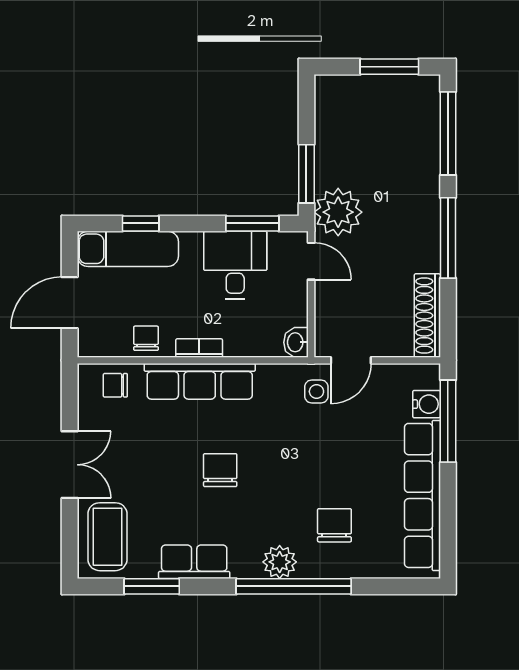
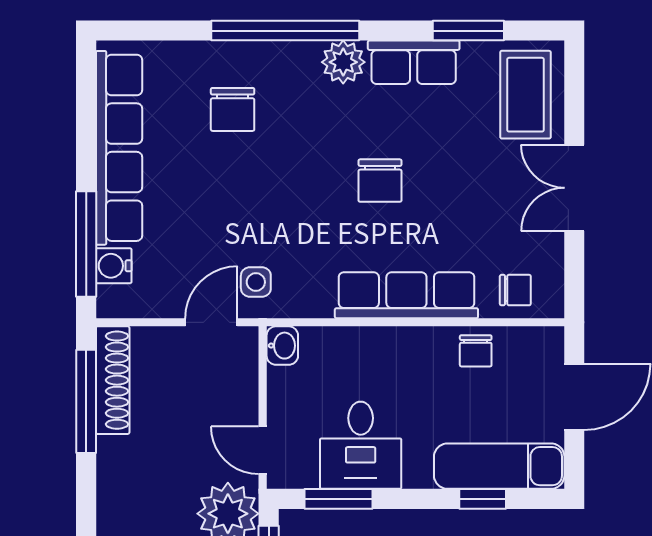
window: (448, 238) -> (86, 401), moved
bookcase: (199, 348) -> (407, 338), removed
plant: (280, 562) -> (343, 62), moved

